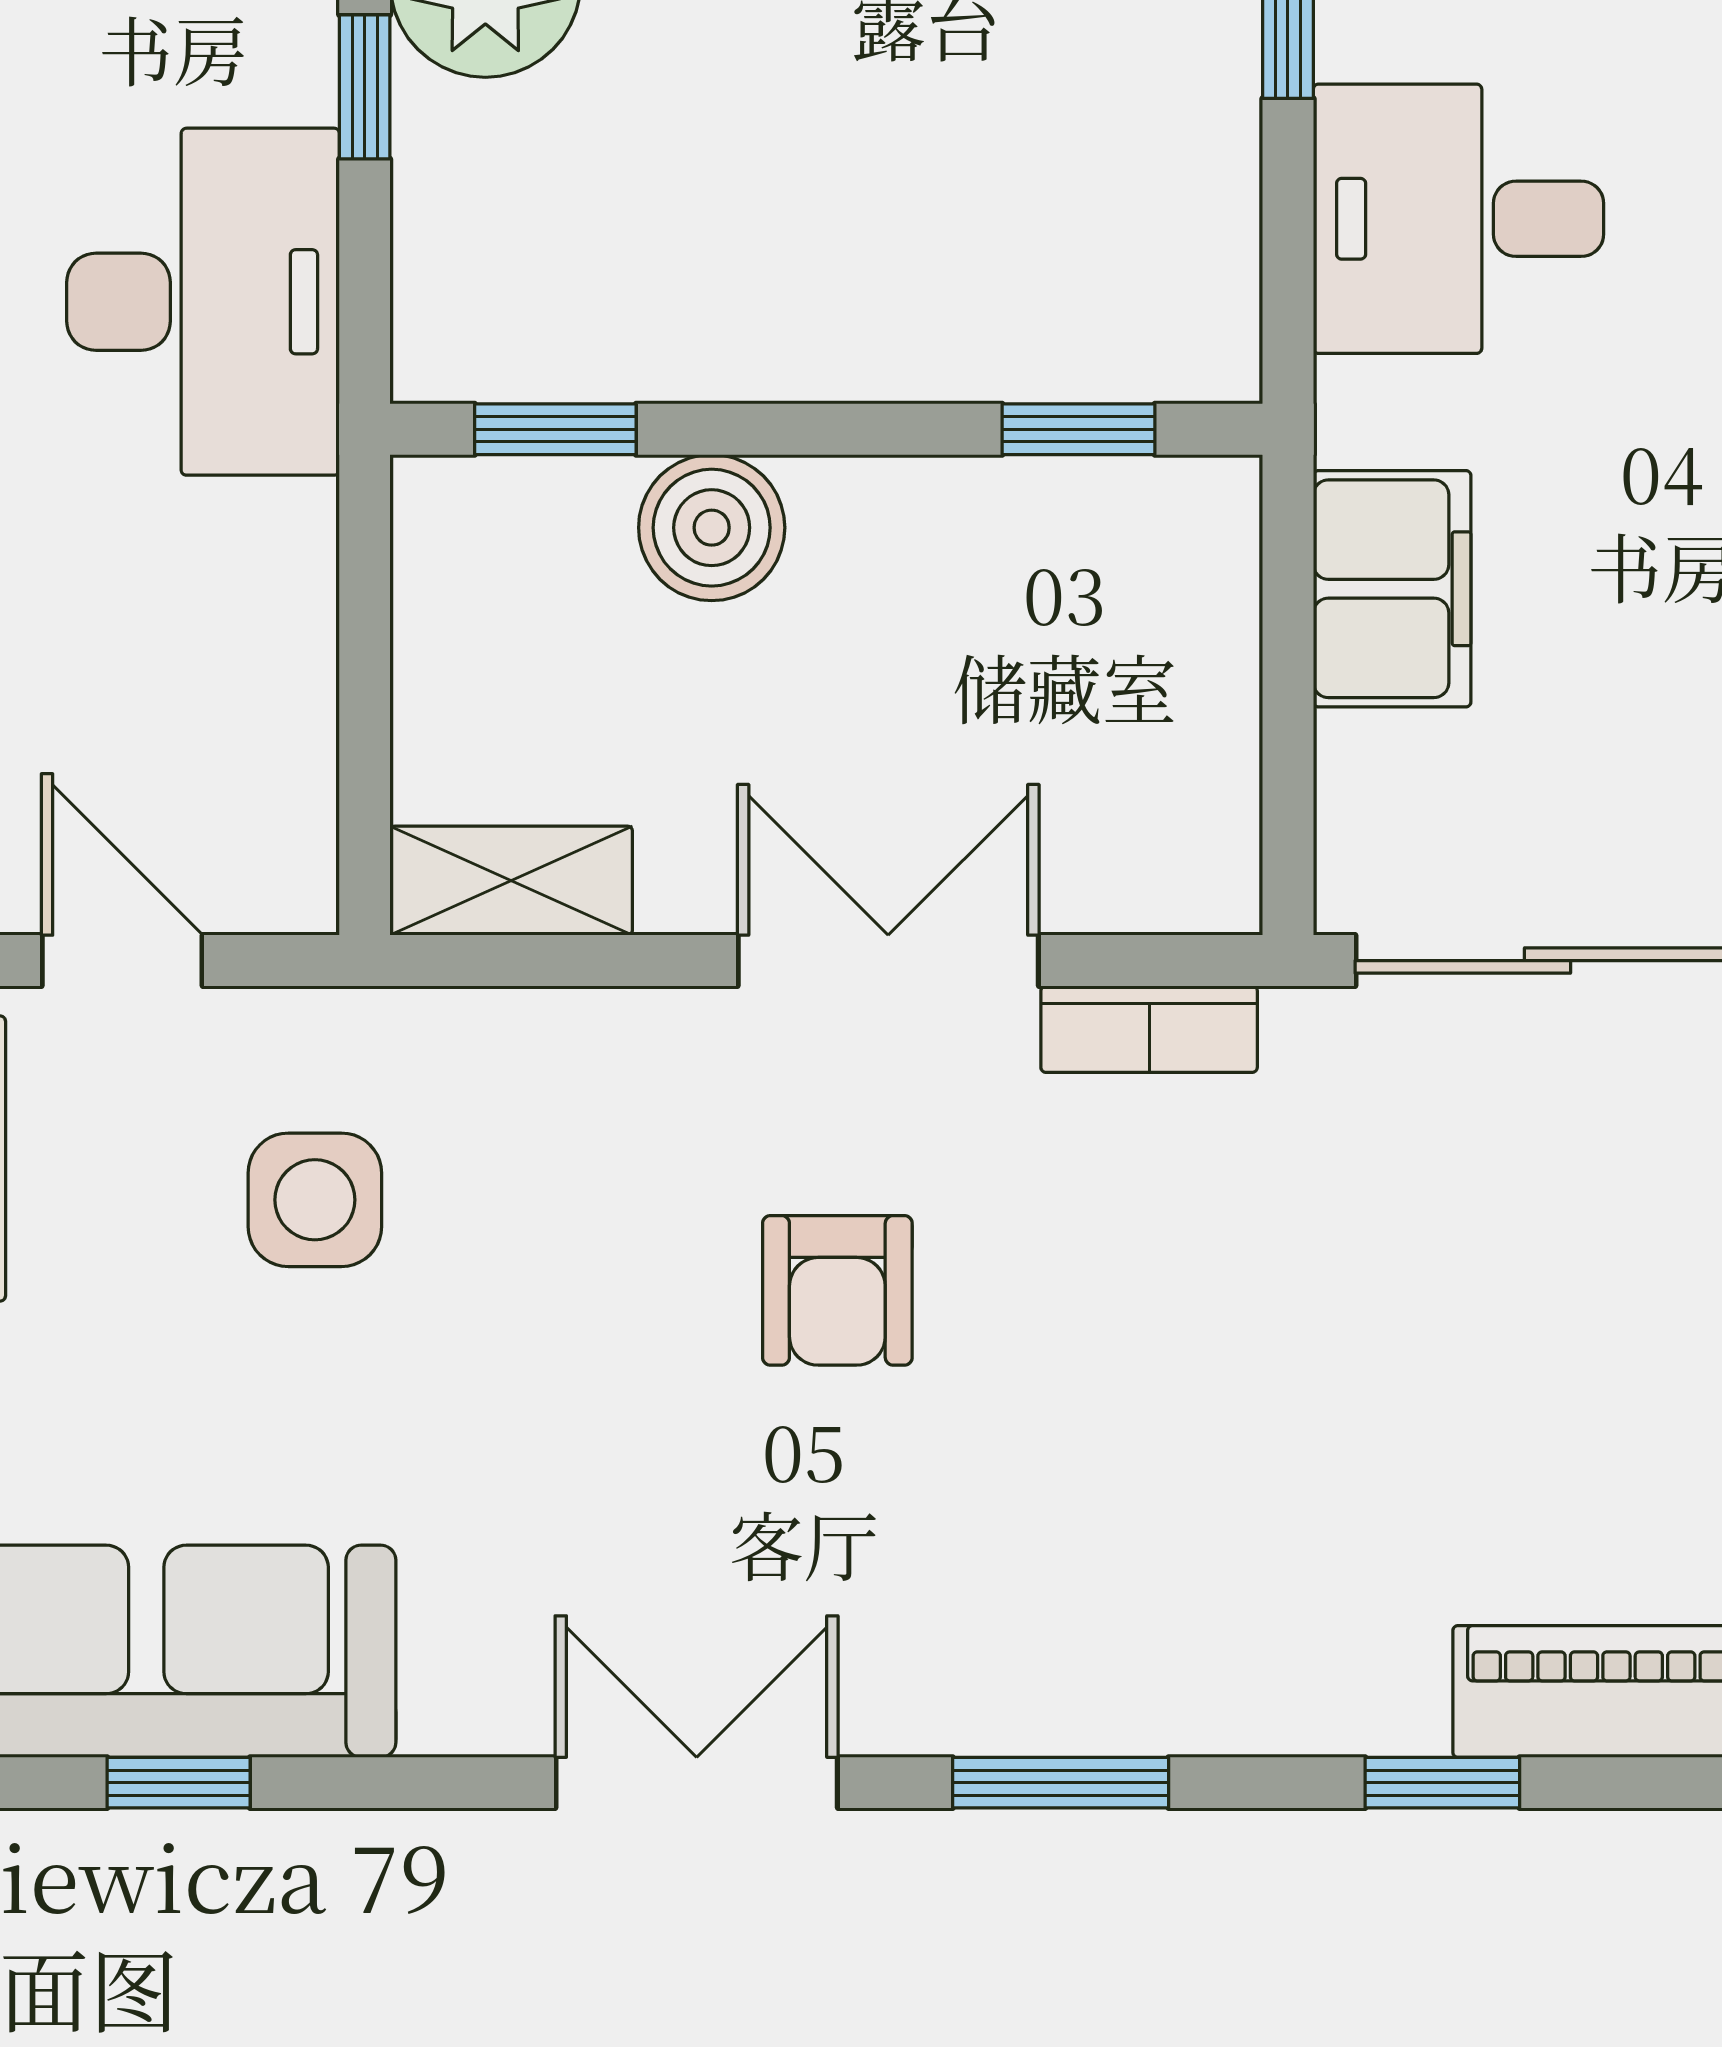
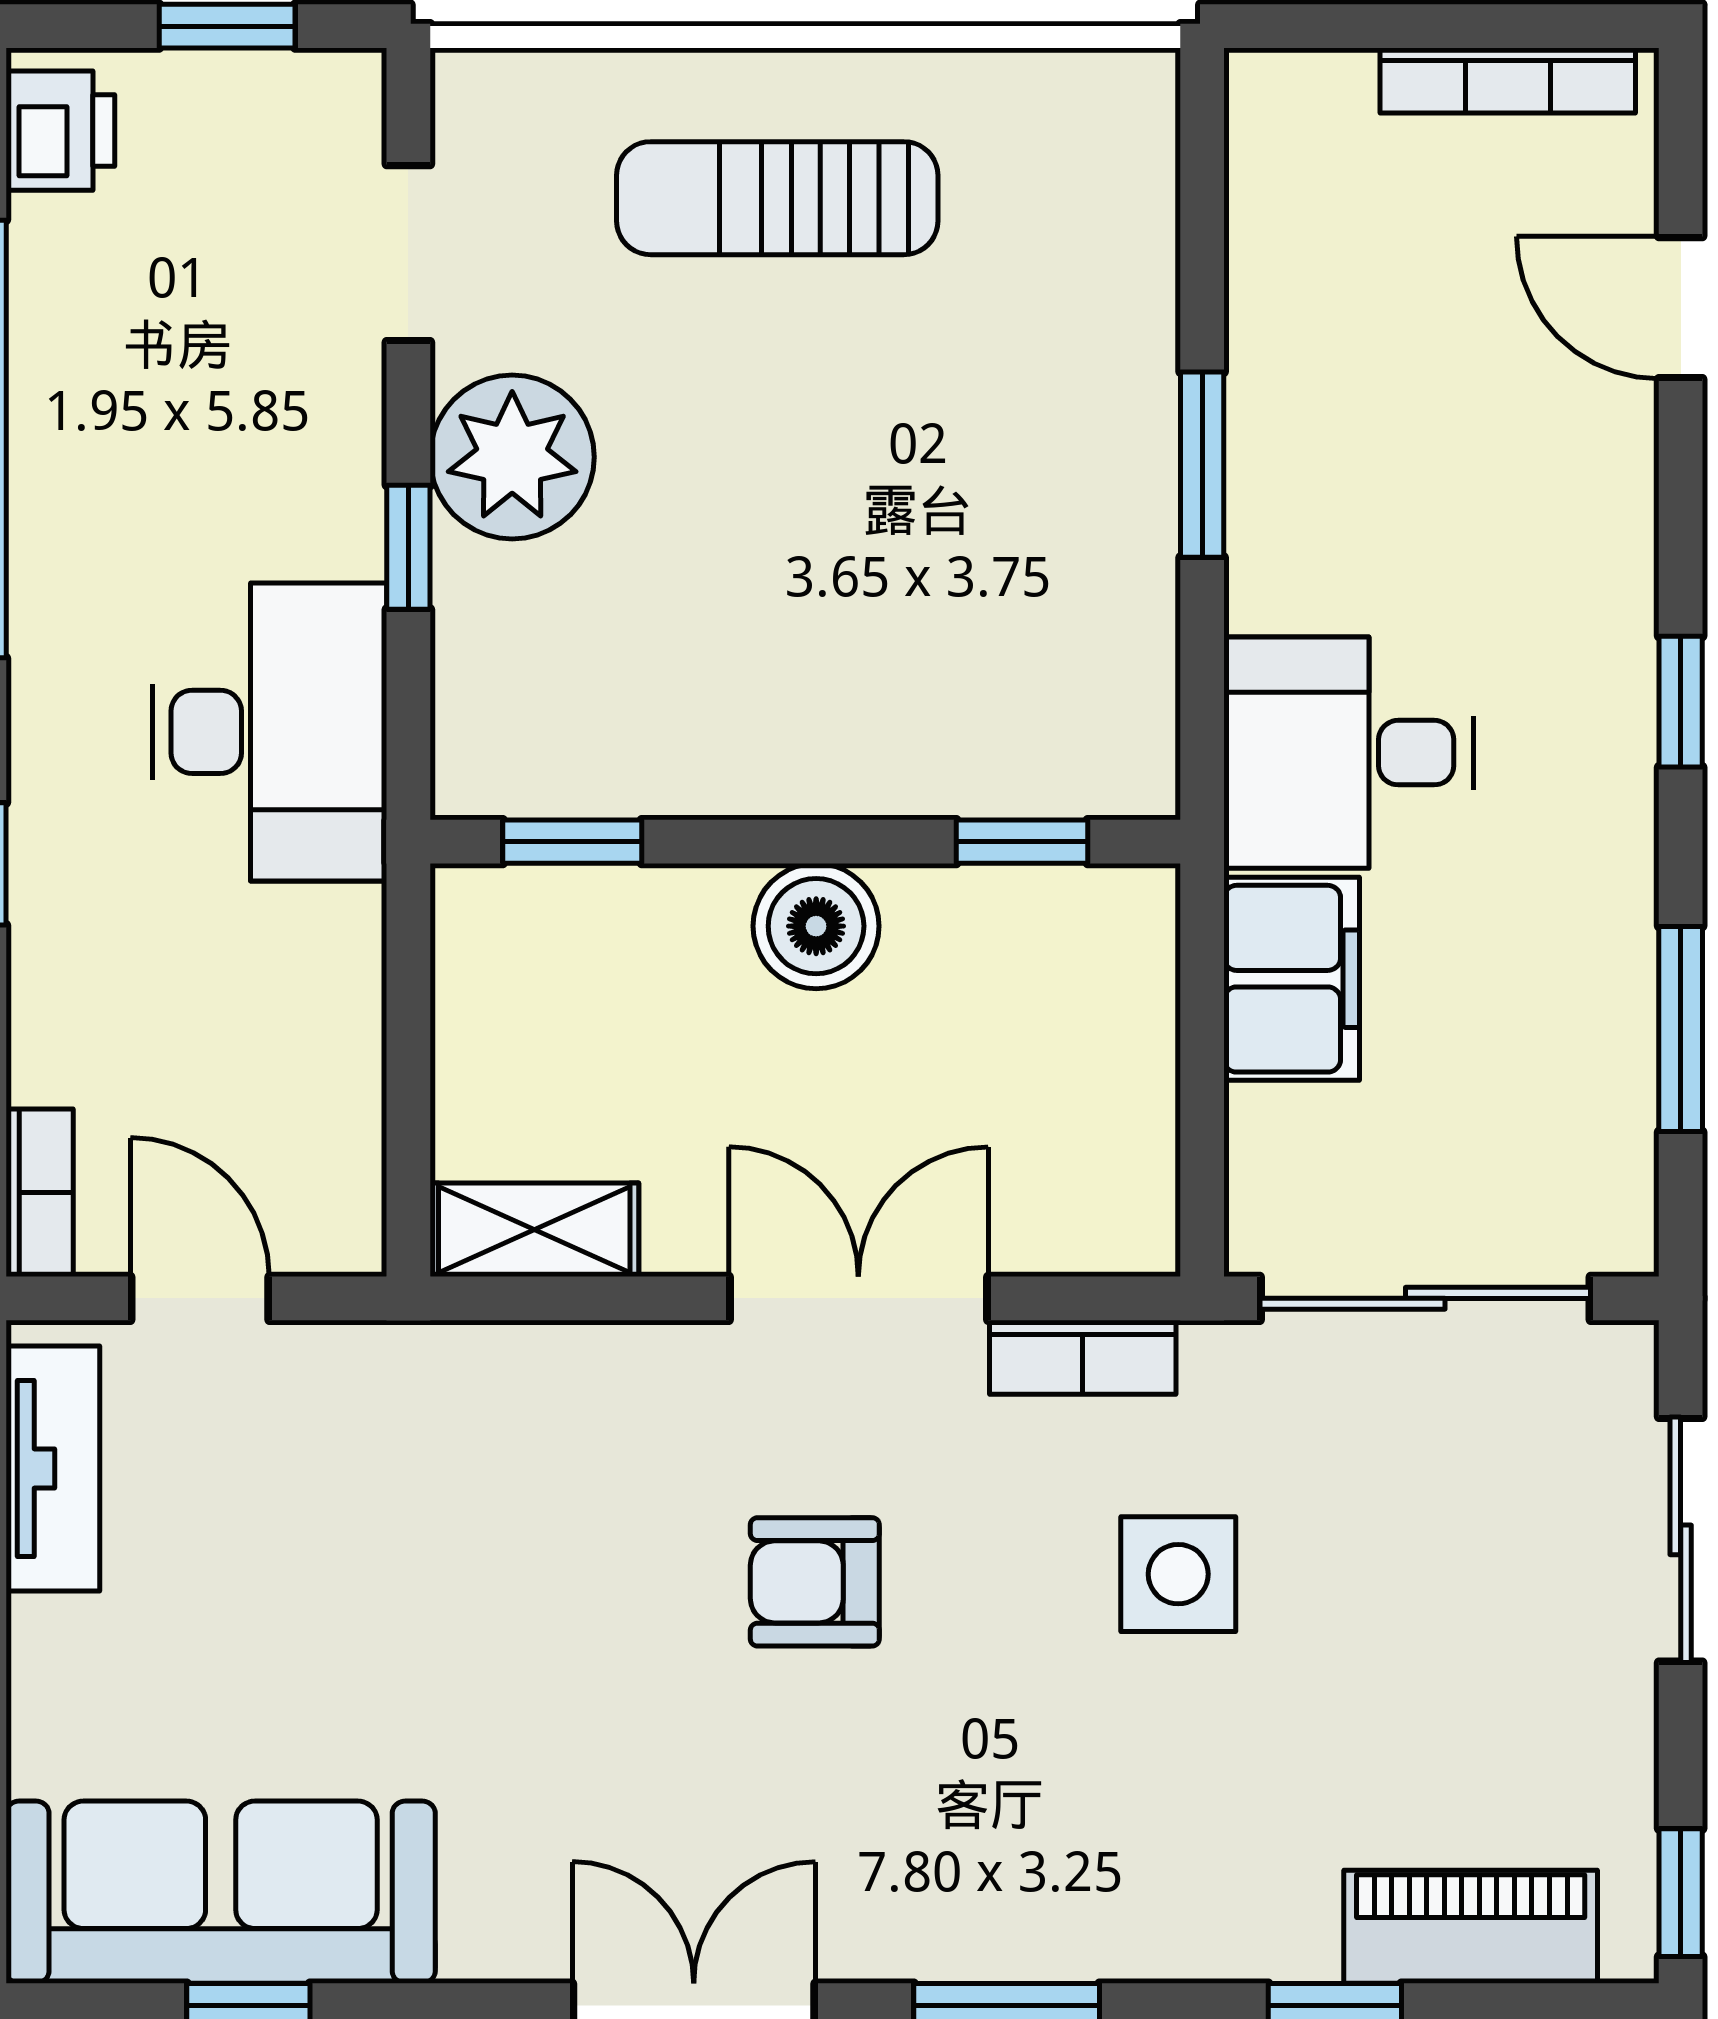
desk: (1459, 219) -> (1349, 753), moved
boiler: (712, 528) -> (816, 926), moved
side table: (315, 1200) -> (1178, 1574), moved
armchair: (837, 1290) -> (815, 1582), turned 90

